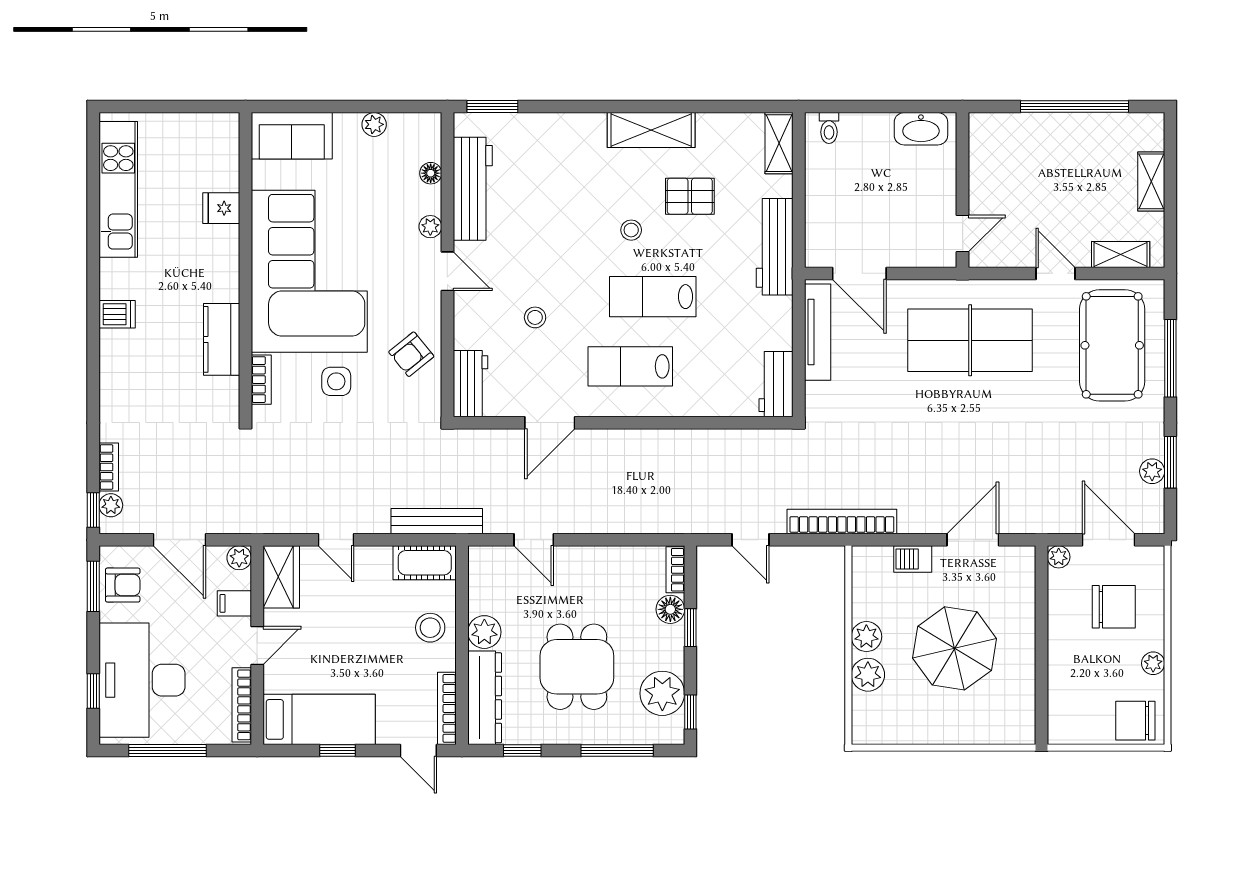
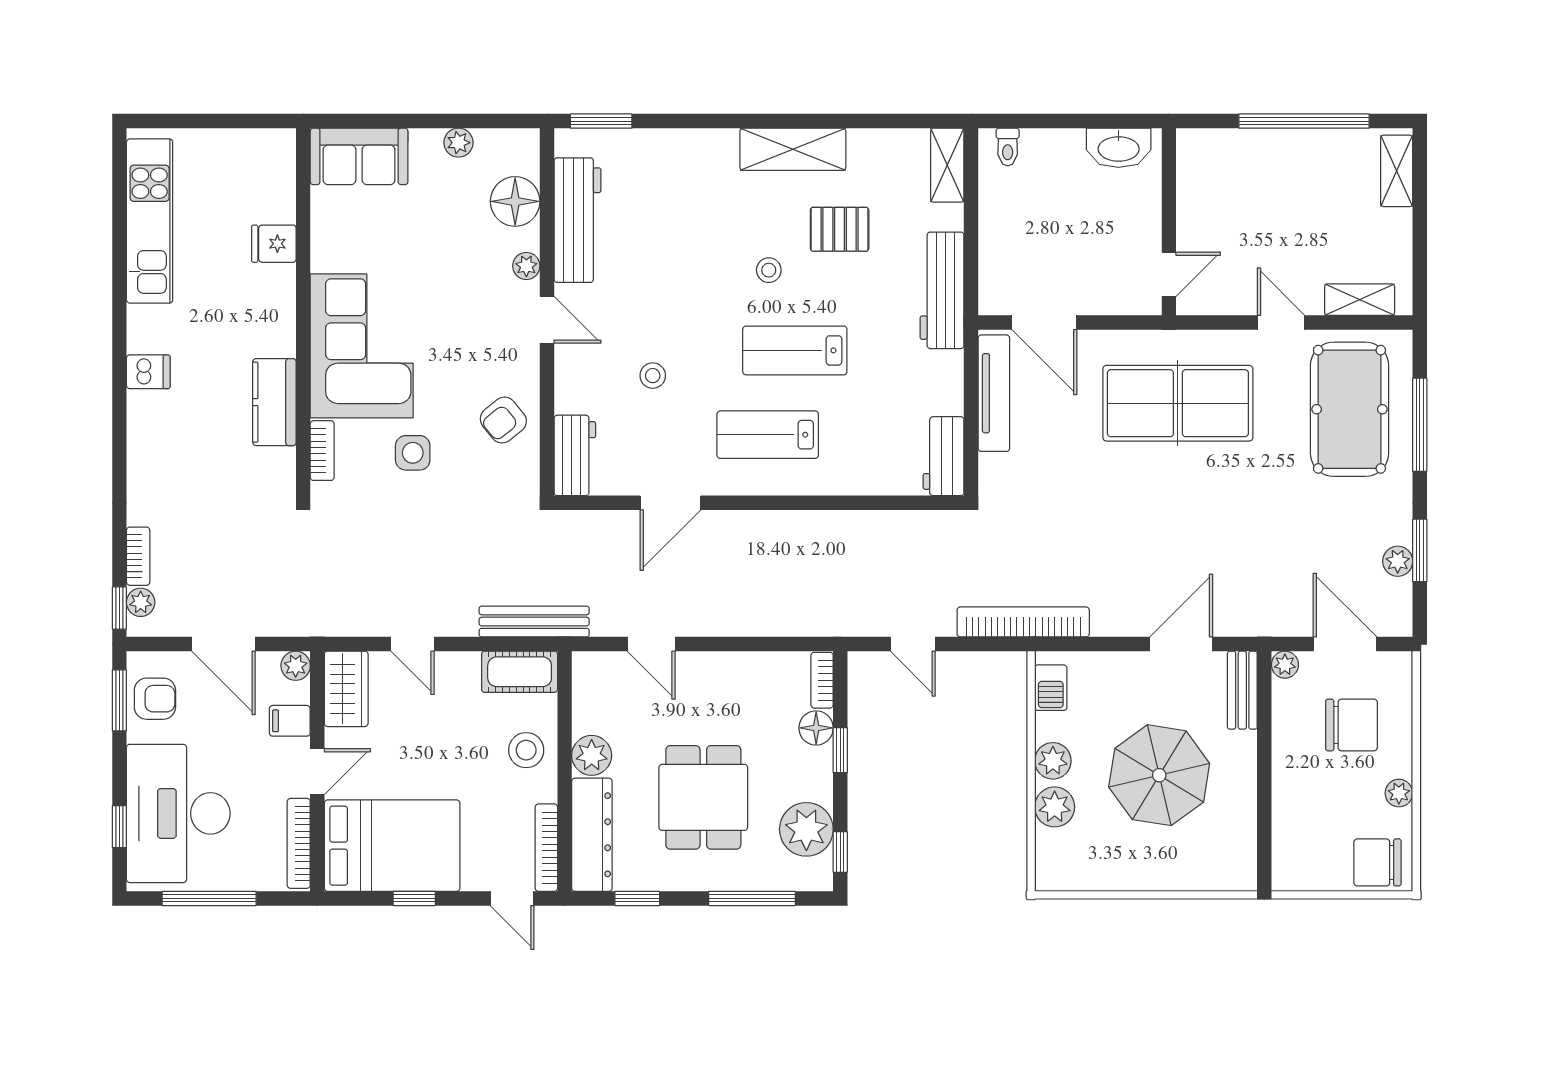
floor lamp: (431, 173) -> (515, 201), width x1.89, depth x1.89
shelving: (1151, 181) -> (1397, 171), moved
corner sofa: (309, 271) -> (362, 346), width x0.73, depth x0.74
barbecue: (913, 559) -> (1051, 688), moved, turned -90
bench: (1023, 578) -> (1242, 690), added
bed: (319, 719) -> (392, 846), width x1.50

